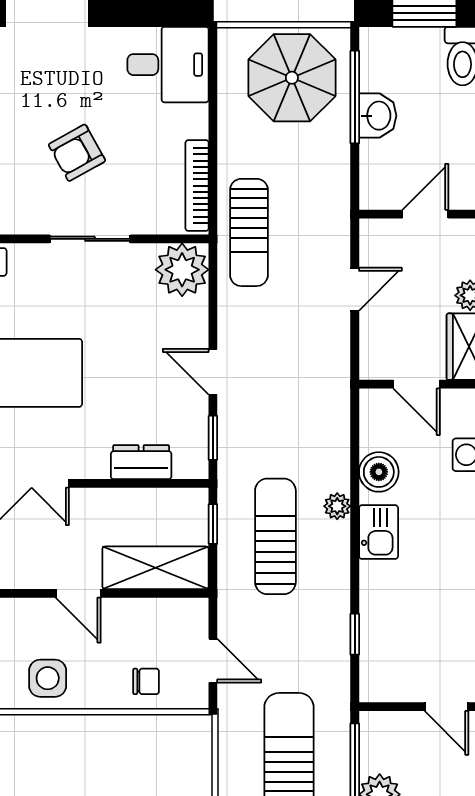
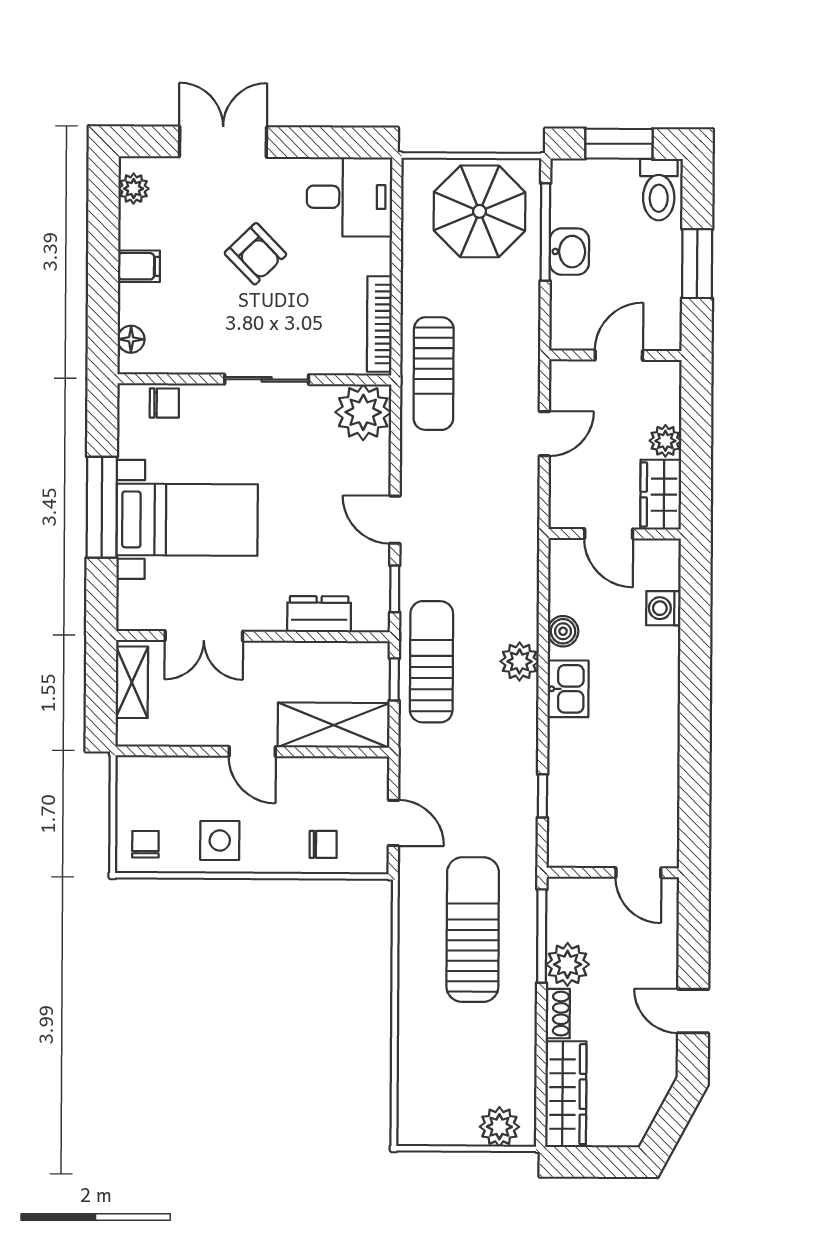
armchair: (77, 153) -> (255, 254), moved, turned -105
boiler: (379, 472) -> (563, 631), width x0.73, depth x0.73
plant: (337, 506) -> (519, 661), width x1.38, depth x1.38
sun lounger: (275, 536) -> (431, 662), moved

